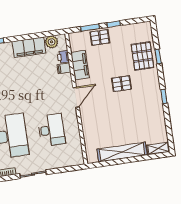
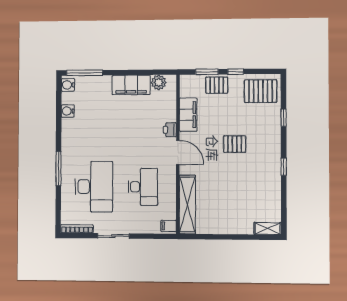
pallet: (142, 56) -> (261, 91), moved, turned 90
printer: (63, 57) -> (170, 130), moved
filing cabinet: (64, 68) -> (169, 226), moved
door: (76, 97) -> (178, 152), hinge flipped
shelving: (122, 152) -> (187, 204), moved, turned 90

